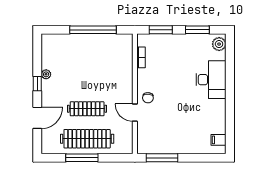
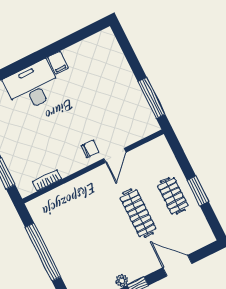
clothes rail: (87, 139) -> (173, 196), width x0.54, depth x0.76
filing cabinet: (219, 140) -> (58, 63), moved
window: (82, 158) -> (198, 191), width x0.69

